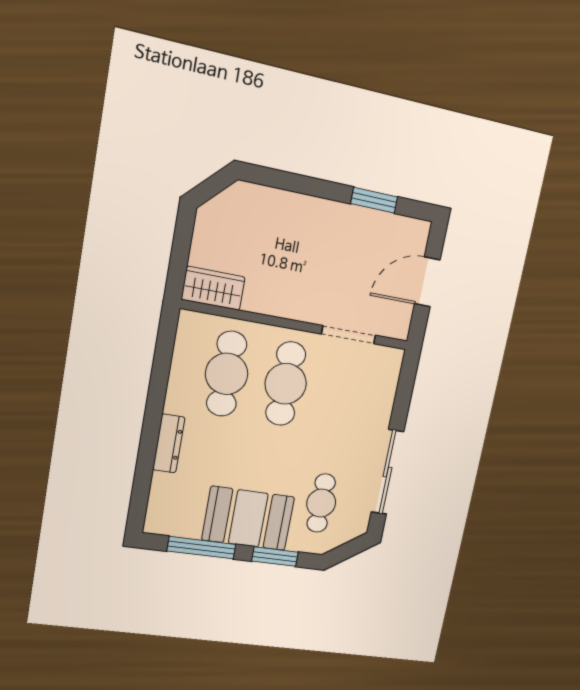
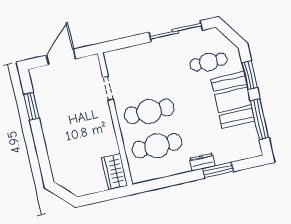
door: (427, 282) -> (61, 57), swing flipped
doorway: (349, 335) -> (108, 88), width x0.73
dresser: (169, 443) -> (202, 162), width x0.70
window: (147, 455) -> (218, 170), added

